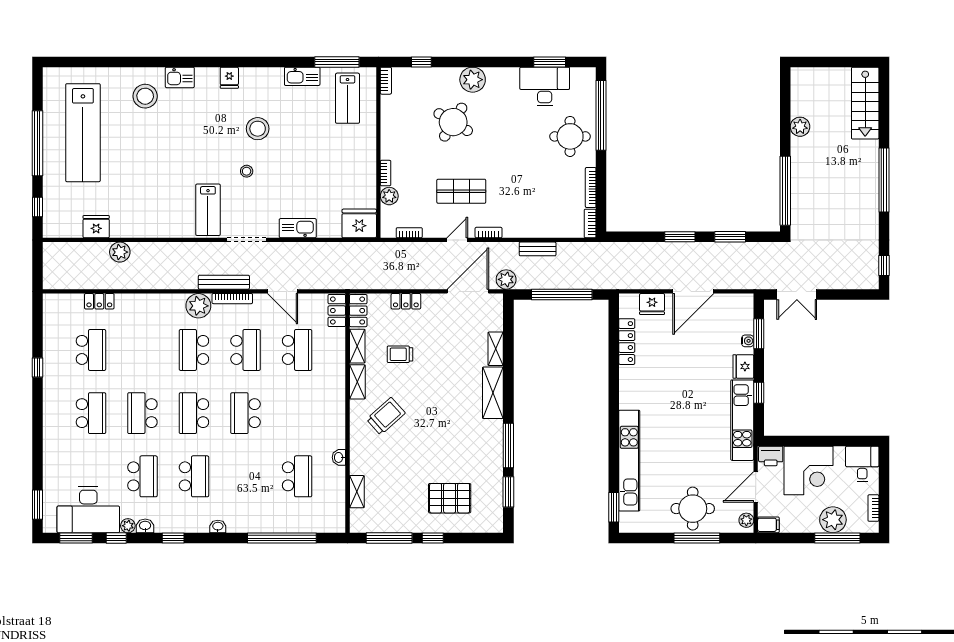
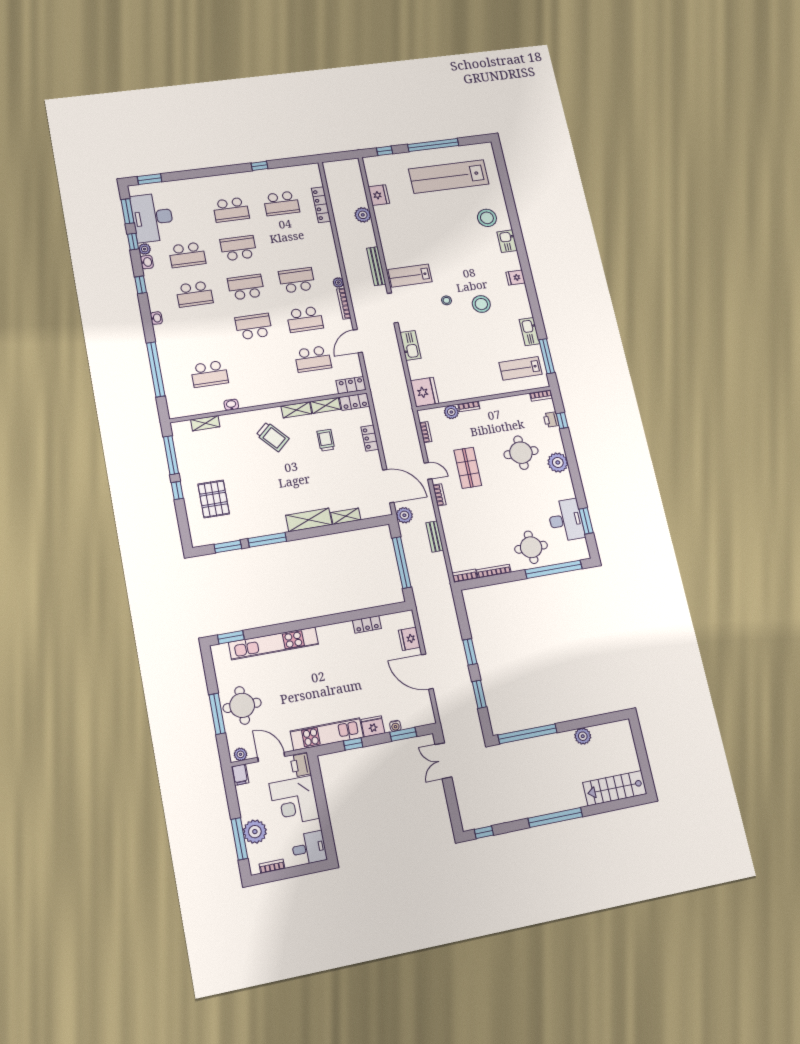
printer: (418, 75) -> (551, 420), added
round table: (453, 122) -> (521, 453), turned -31
bench: (224, 282) -> (376, 266), moved
locker: (99, 301) -> (321, 205), width x1.53
plant: (198, 306) -> (338, 283), width x0.53, depth x0.53
locker: (627, 342) -> (367, 624), width x0.66

